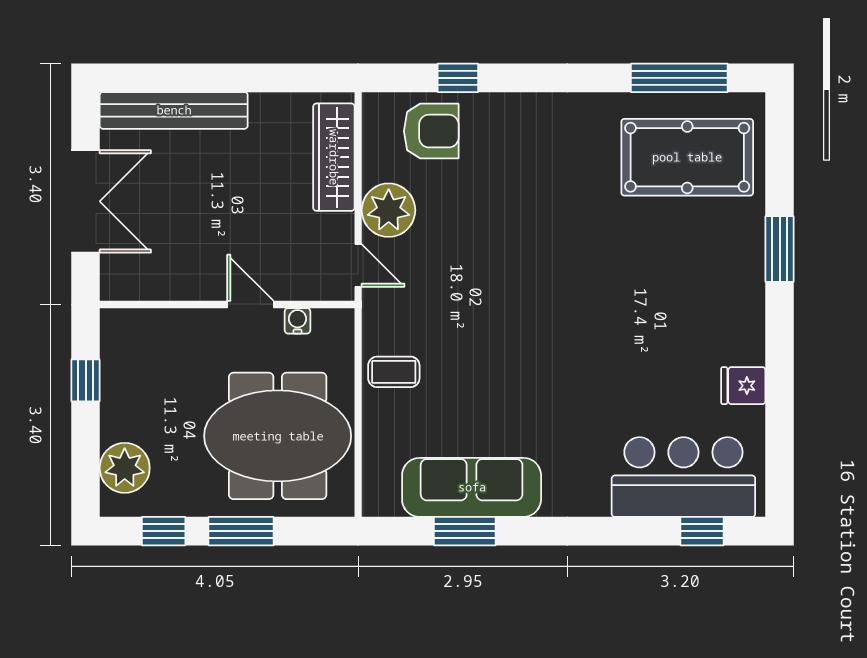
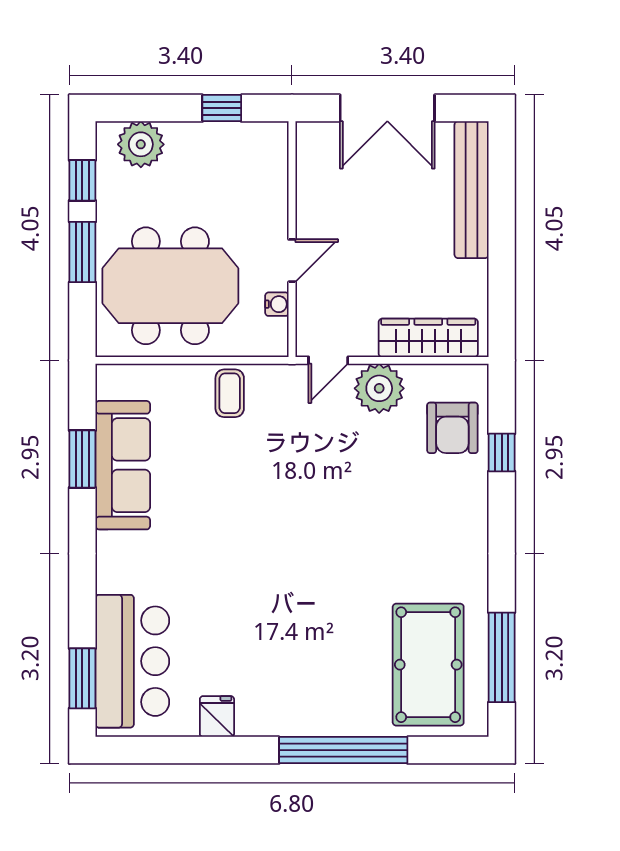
window: (780, 249) -> (343, 750), width x2.11
meeting table: (278, 436) -> (170, 286), turned 90
window: (702, 531) -> (82, 678), width x1.50

